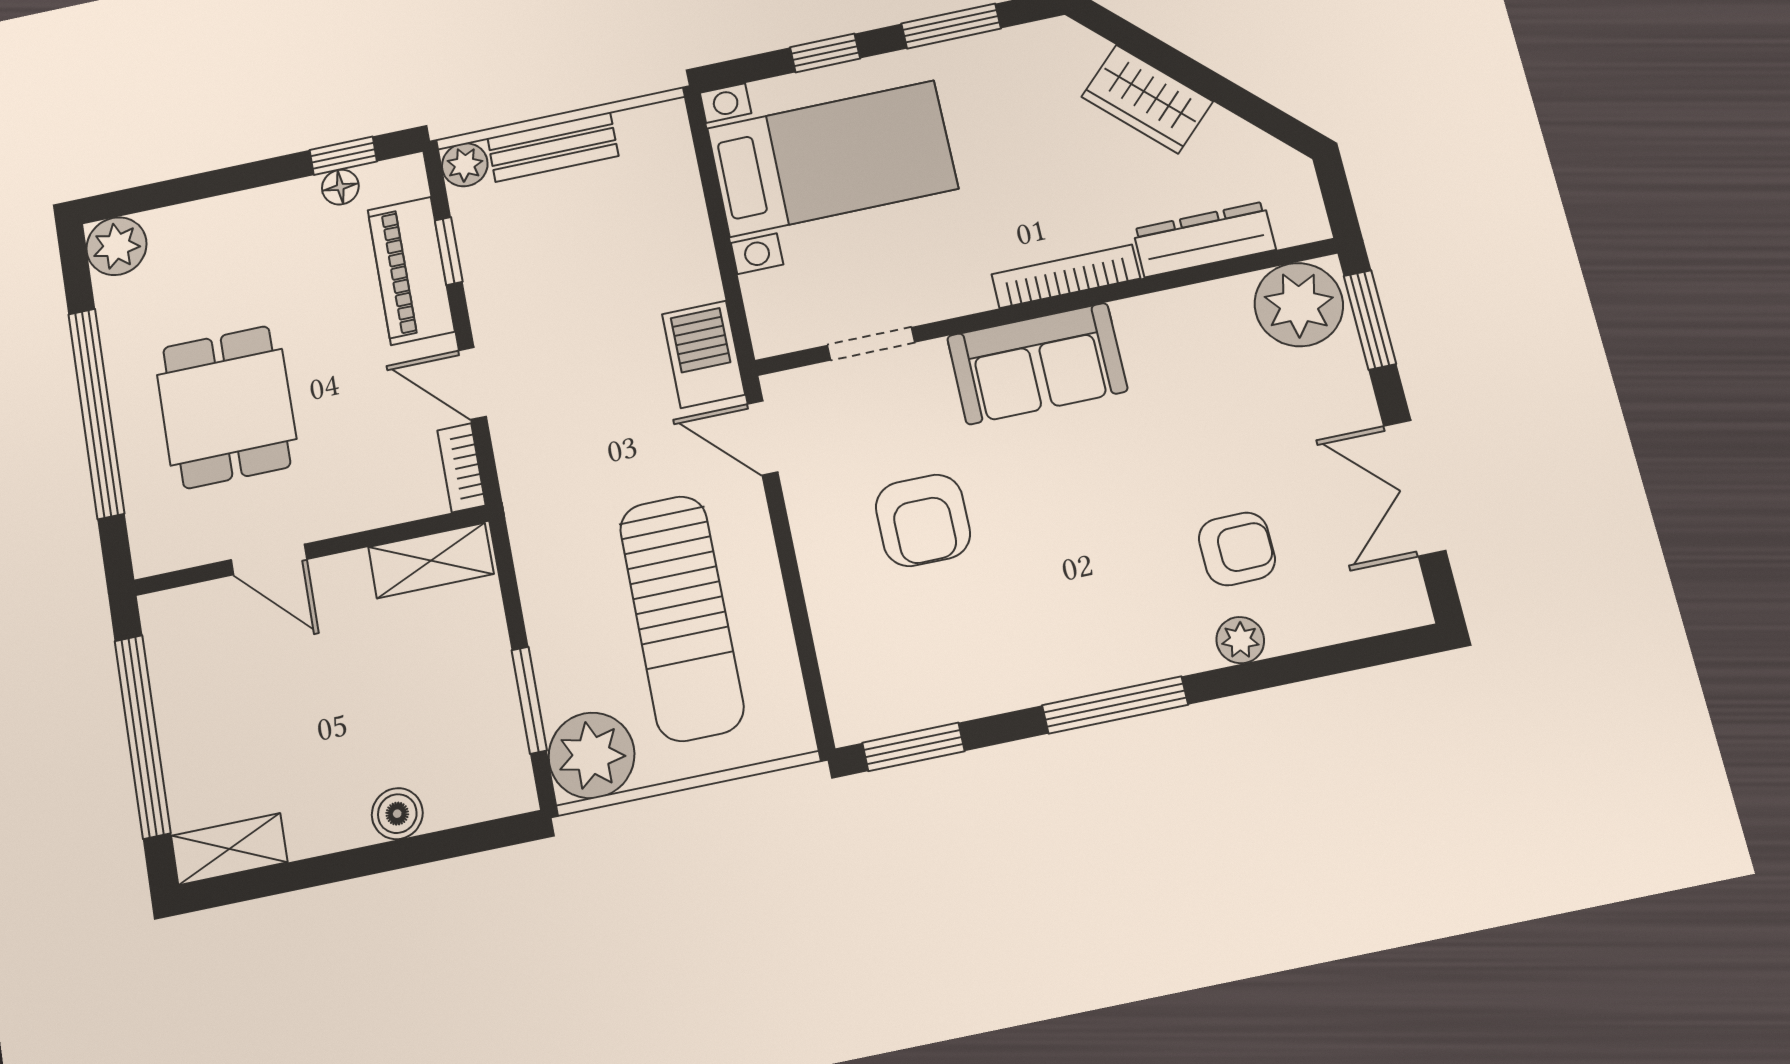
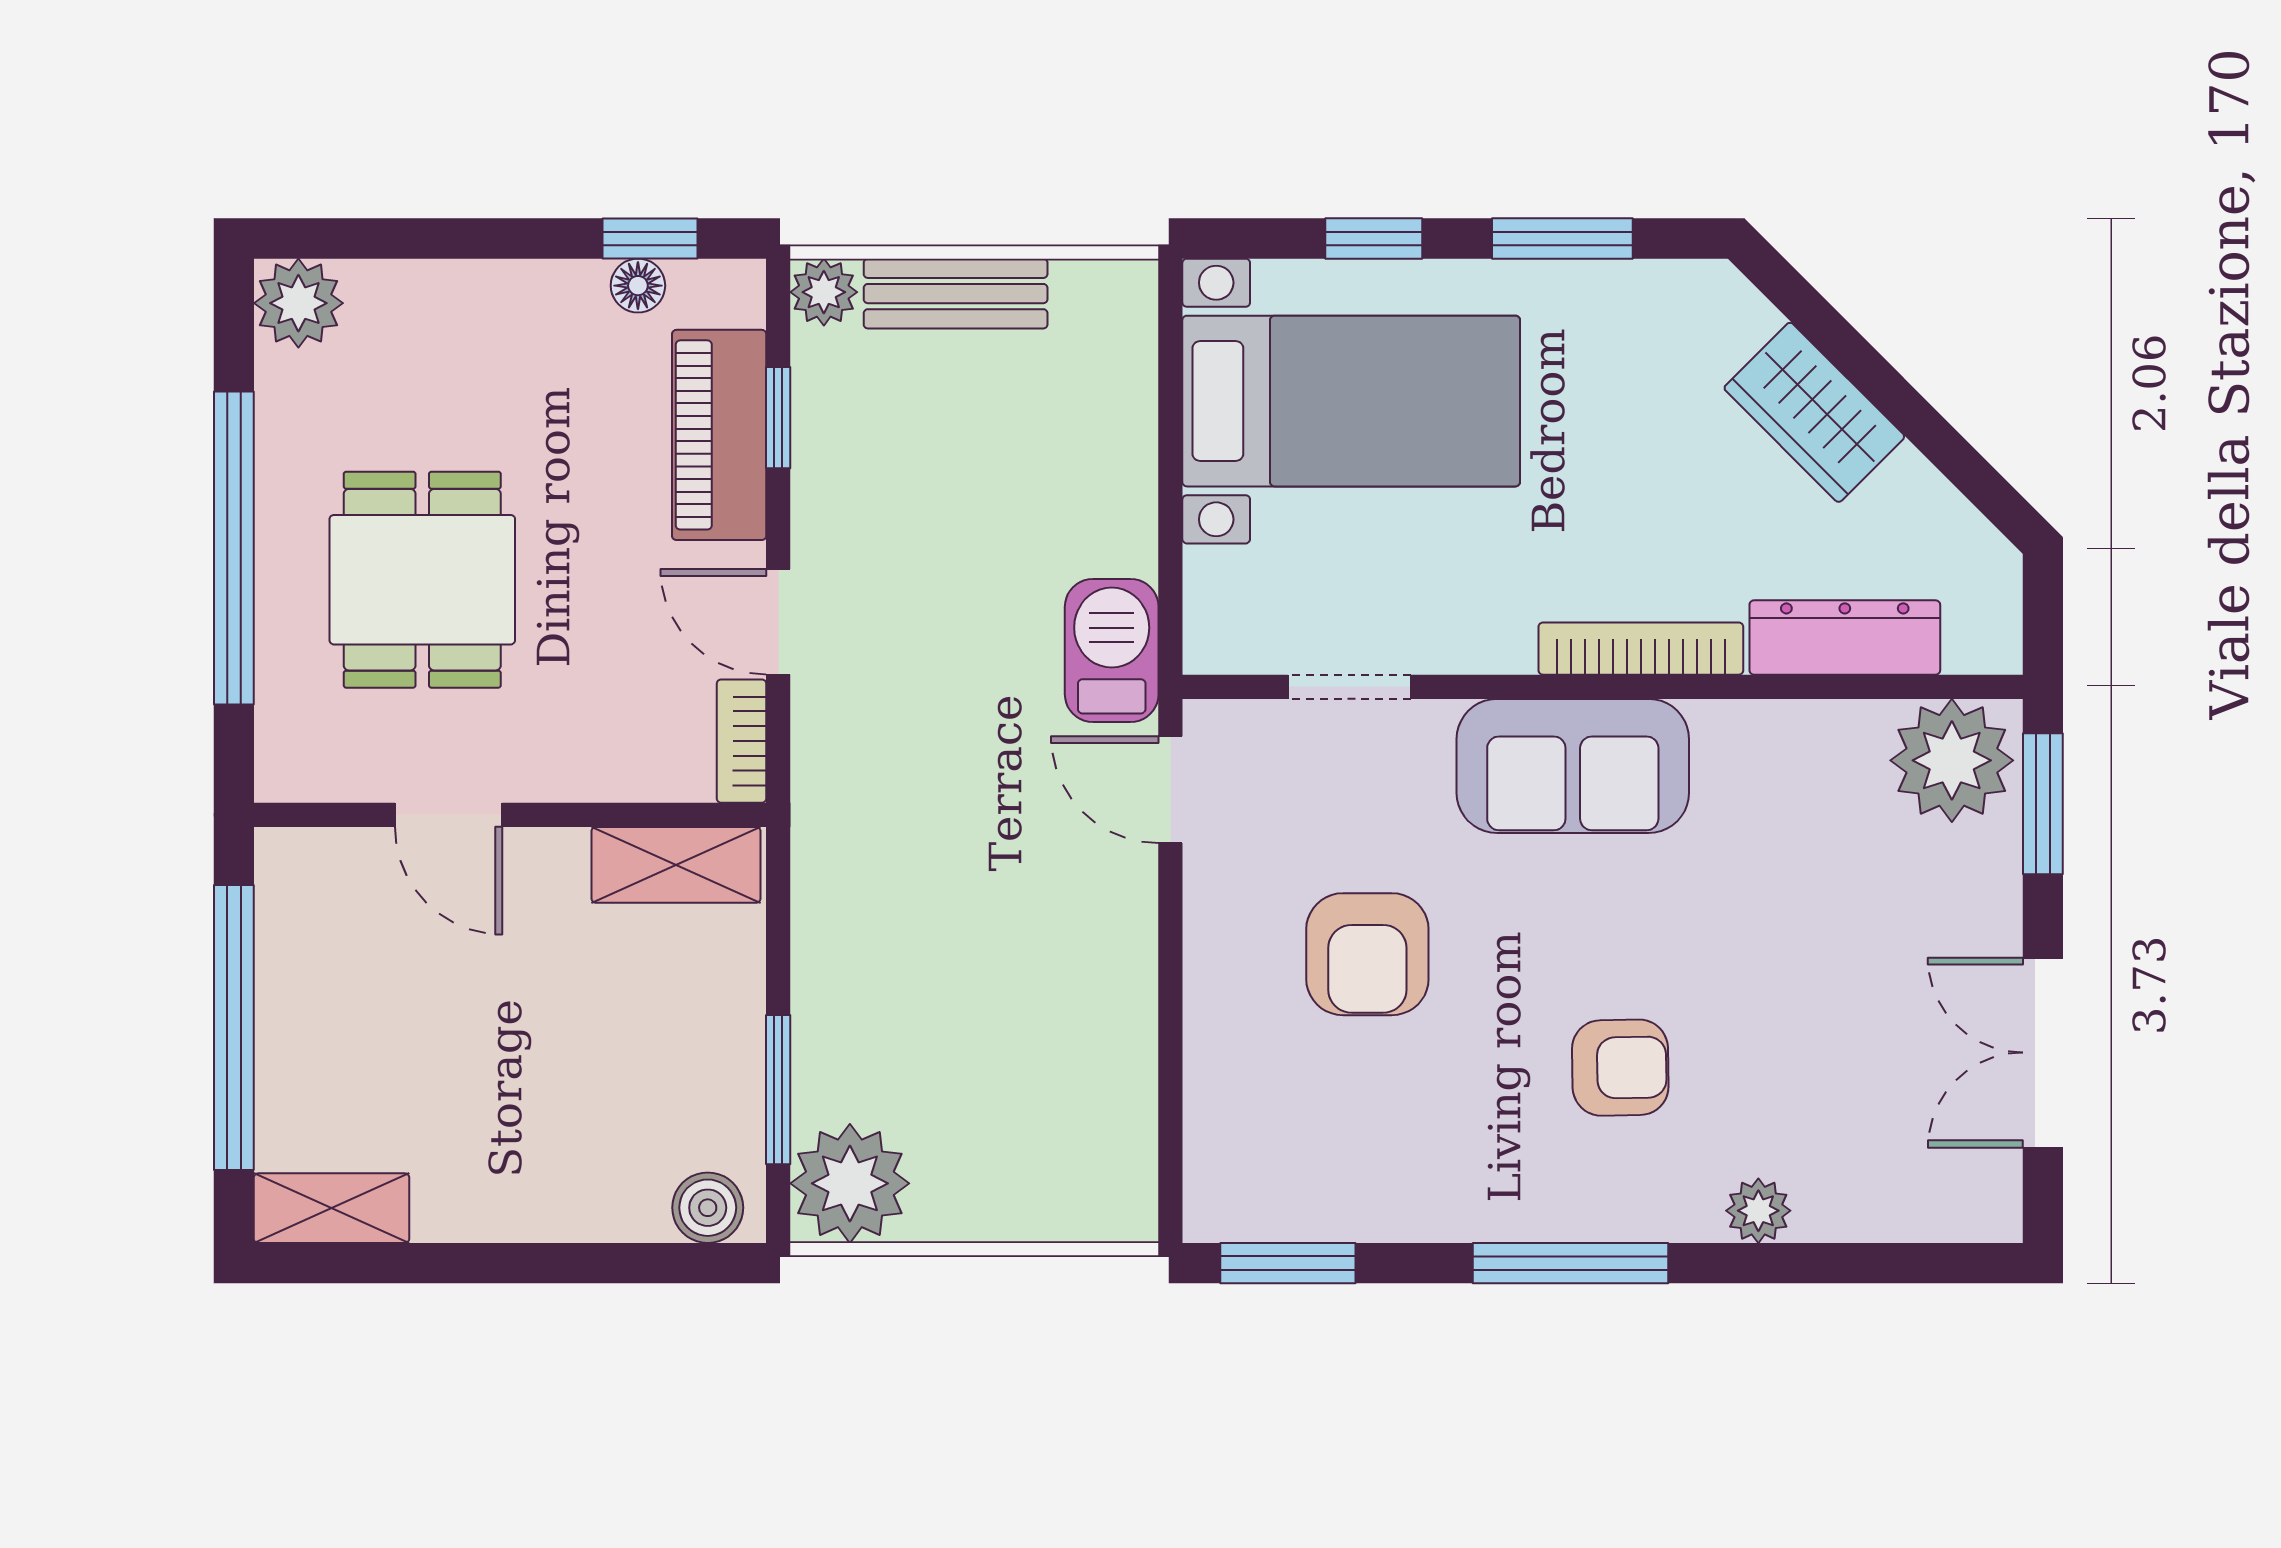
armchair: (1237, 549) -> (1620, 1068), moved
sun lounger: (682, 618) -> (1009, 1020), removed
boiler: (397, 814) -> (708, 1208), moved

